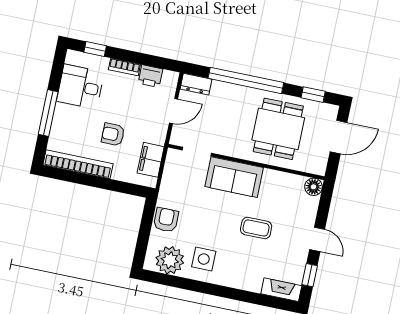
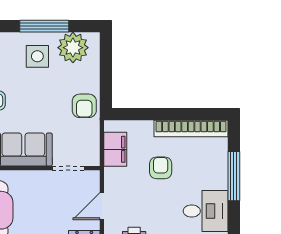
armchair: (113, 134) -> (161, 168), turned -90
armchair: (166, 220) -> (84, 106), moved
window: (192, 285) -> (44, 26), added

